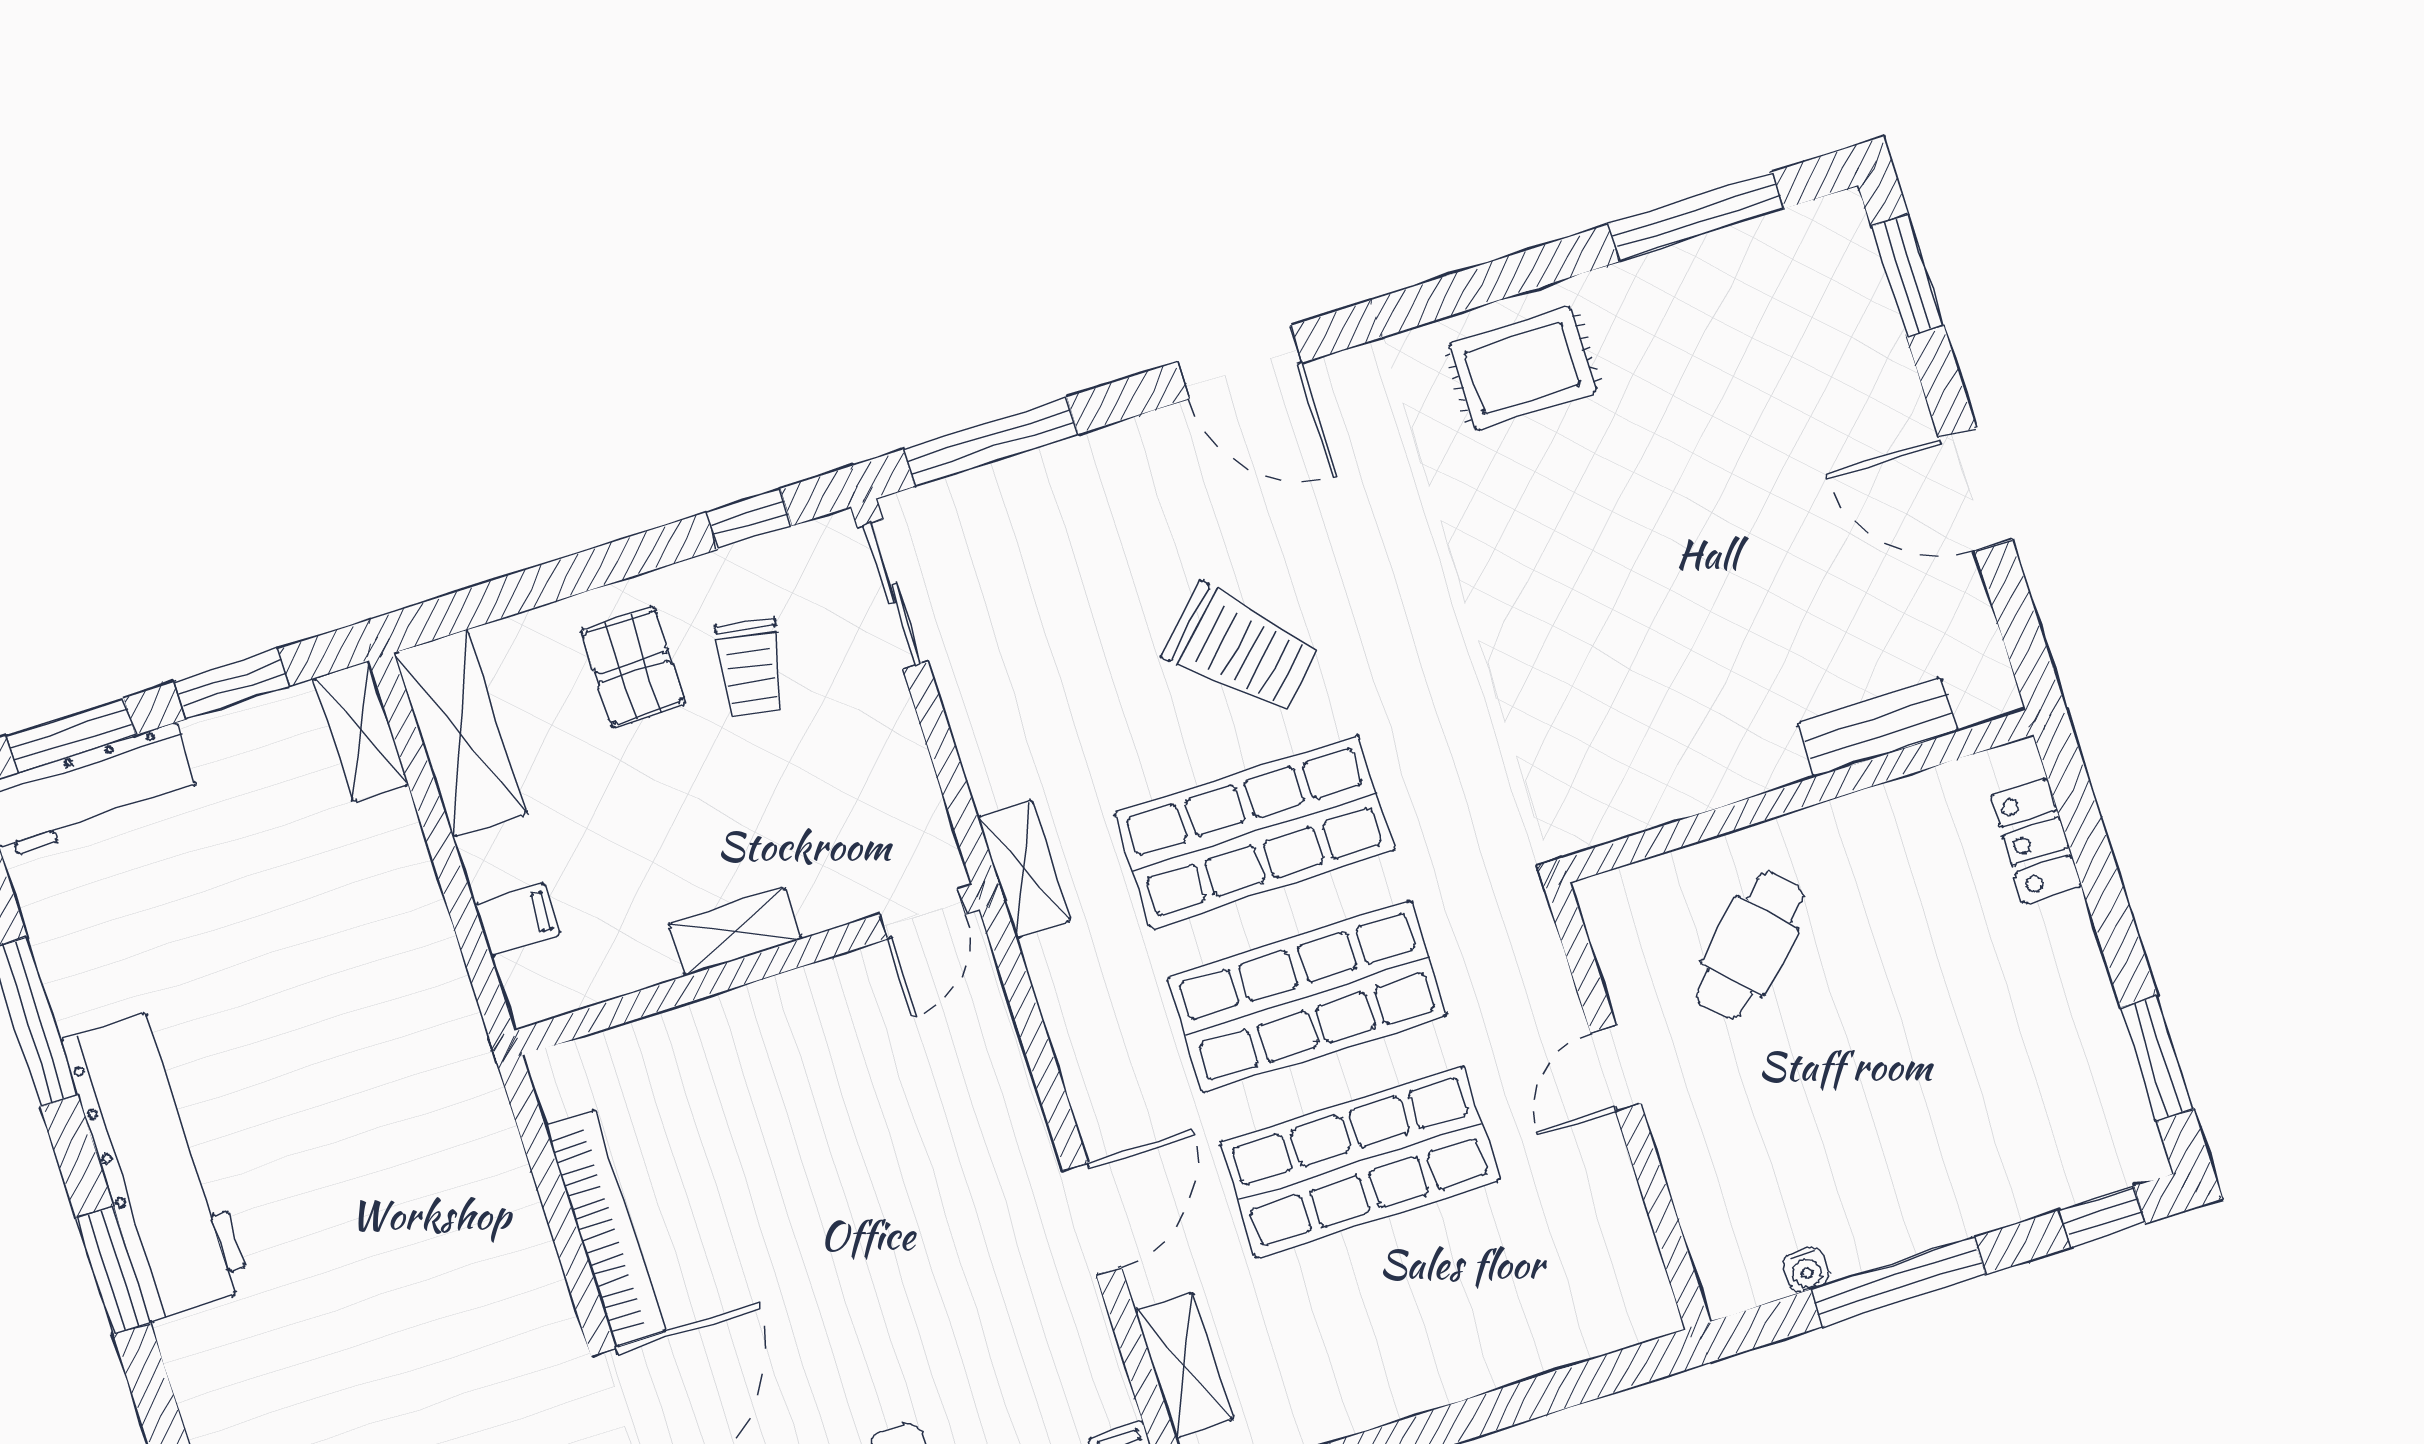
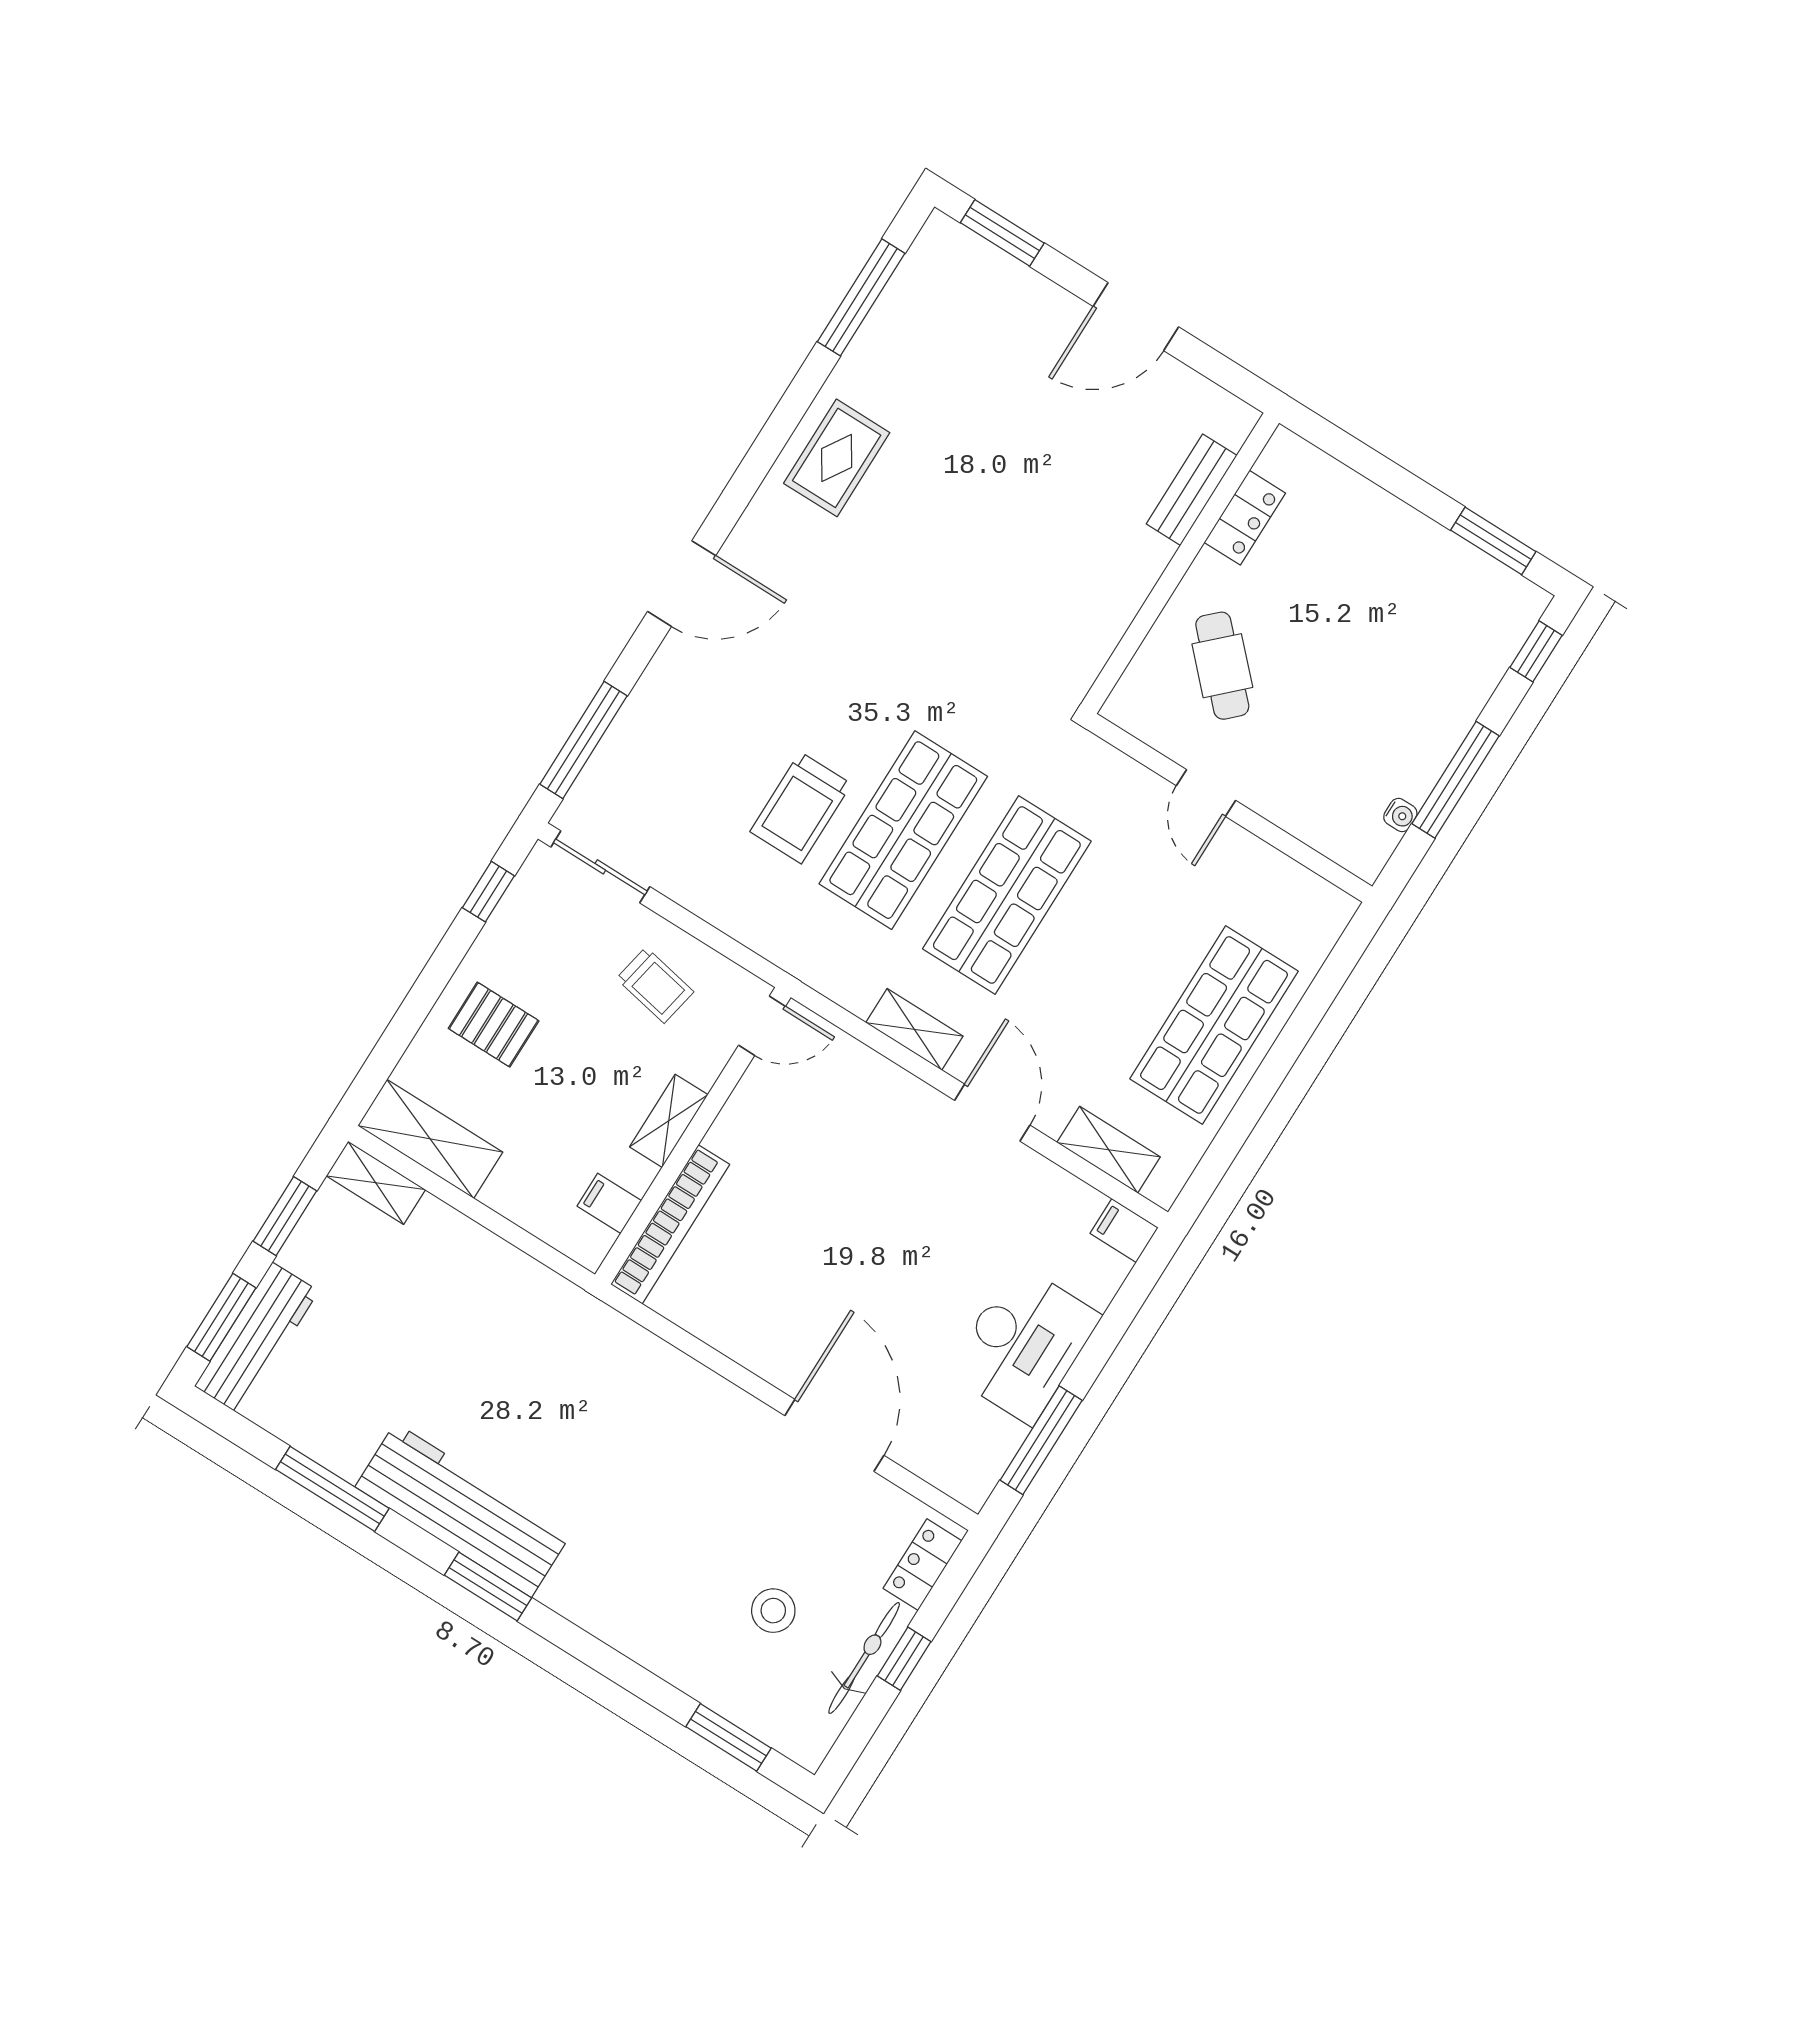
trolley: (1240, 649) -> (801, 808), moved, turned 135
trolley: (750, 669) -> (655, 985), moved
locker: (2036, 841) -> (1245, 518), moved, turned -90
shelving: (1024, 869) -> (914, 1029), moved
door: (922, 914) -> (762, 1026), hinge flipped
filing cabinet: (517, 920) -> (609, 1203), moved, turned -90
shop shelf: (1360, 1162) -> (1214, 1025), moved
bookcase: (605, 1228) -> (670, 1224), moved, turned 90

